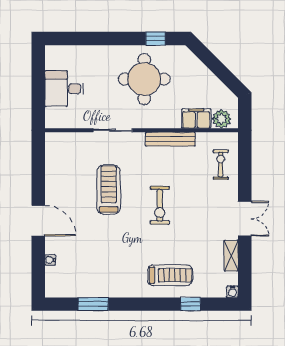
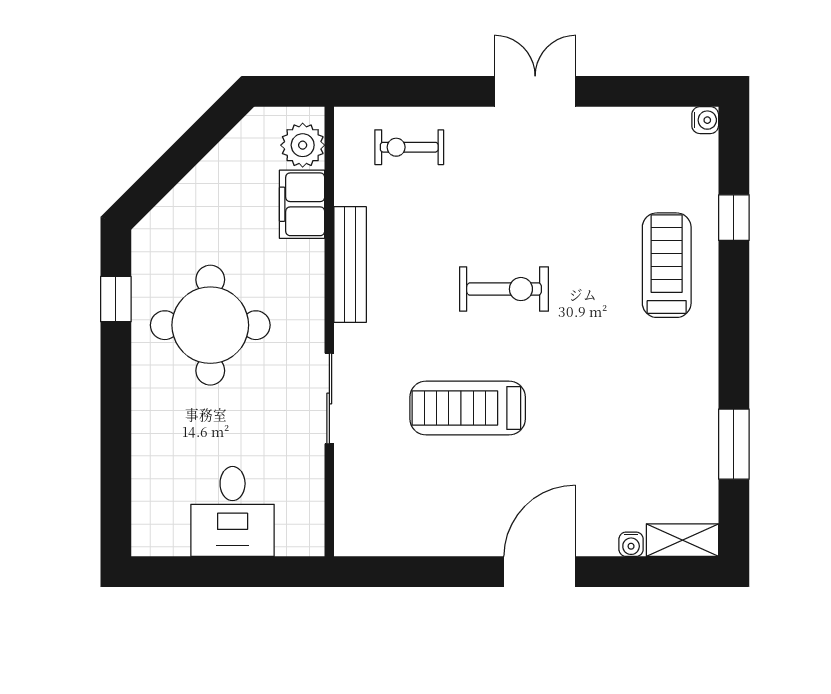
shelving: (231, 256) -> (682, 540), moved

